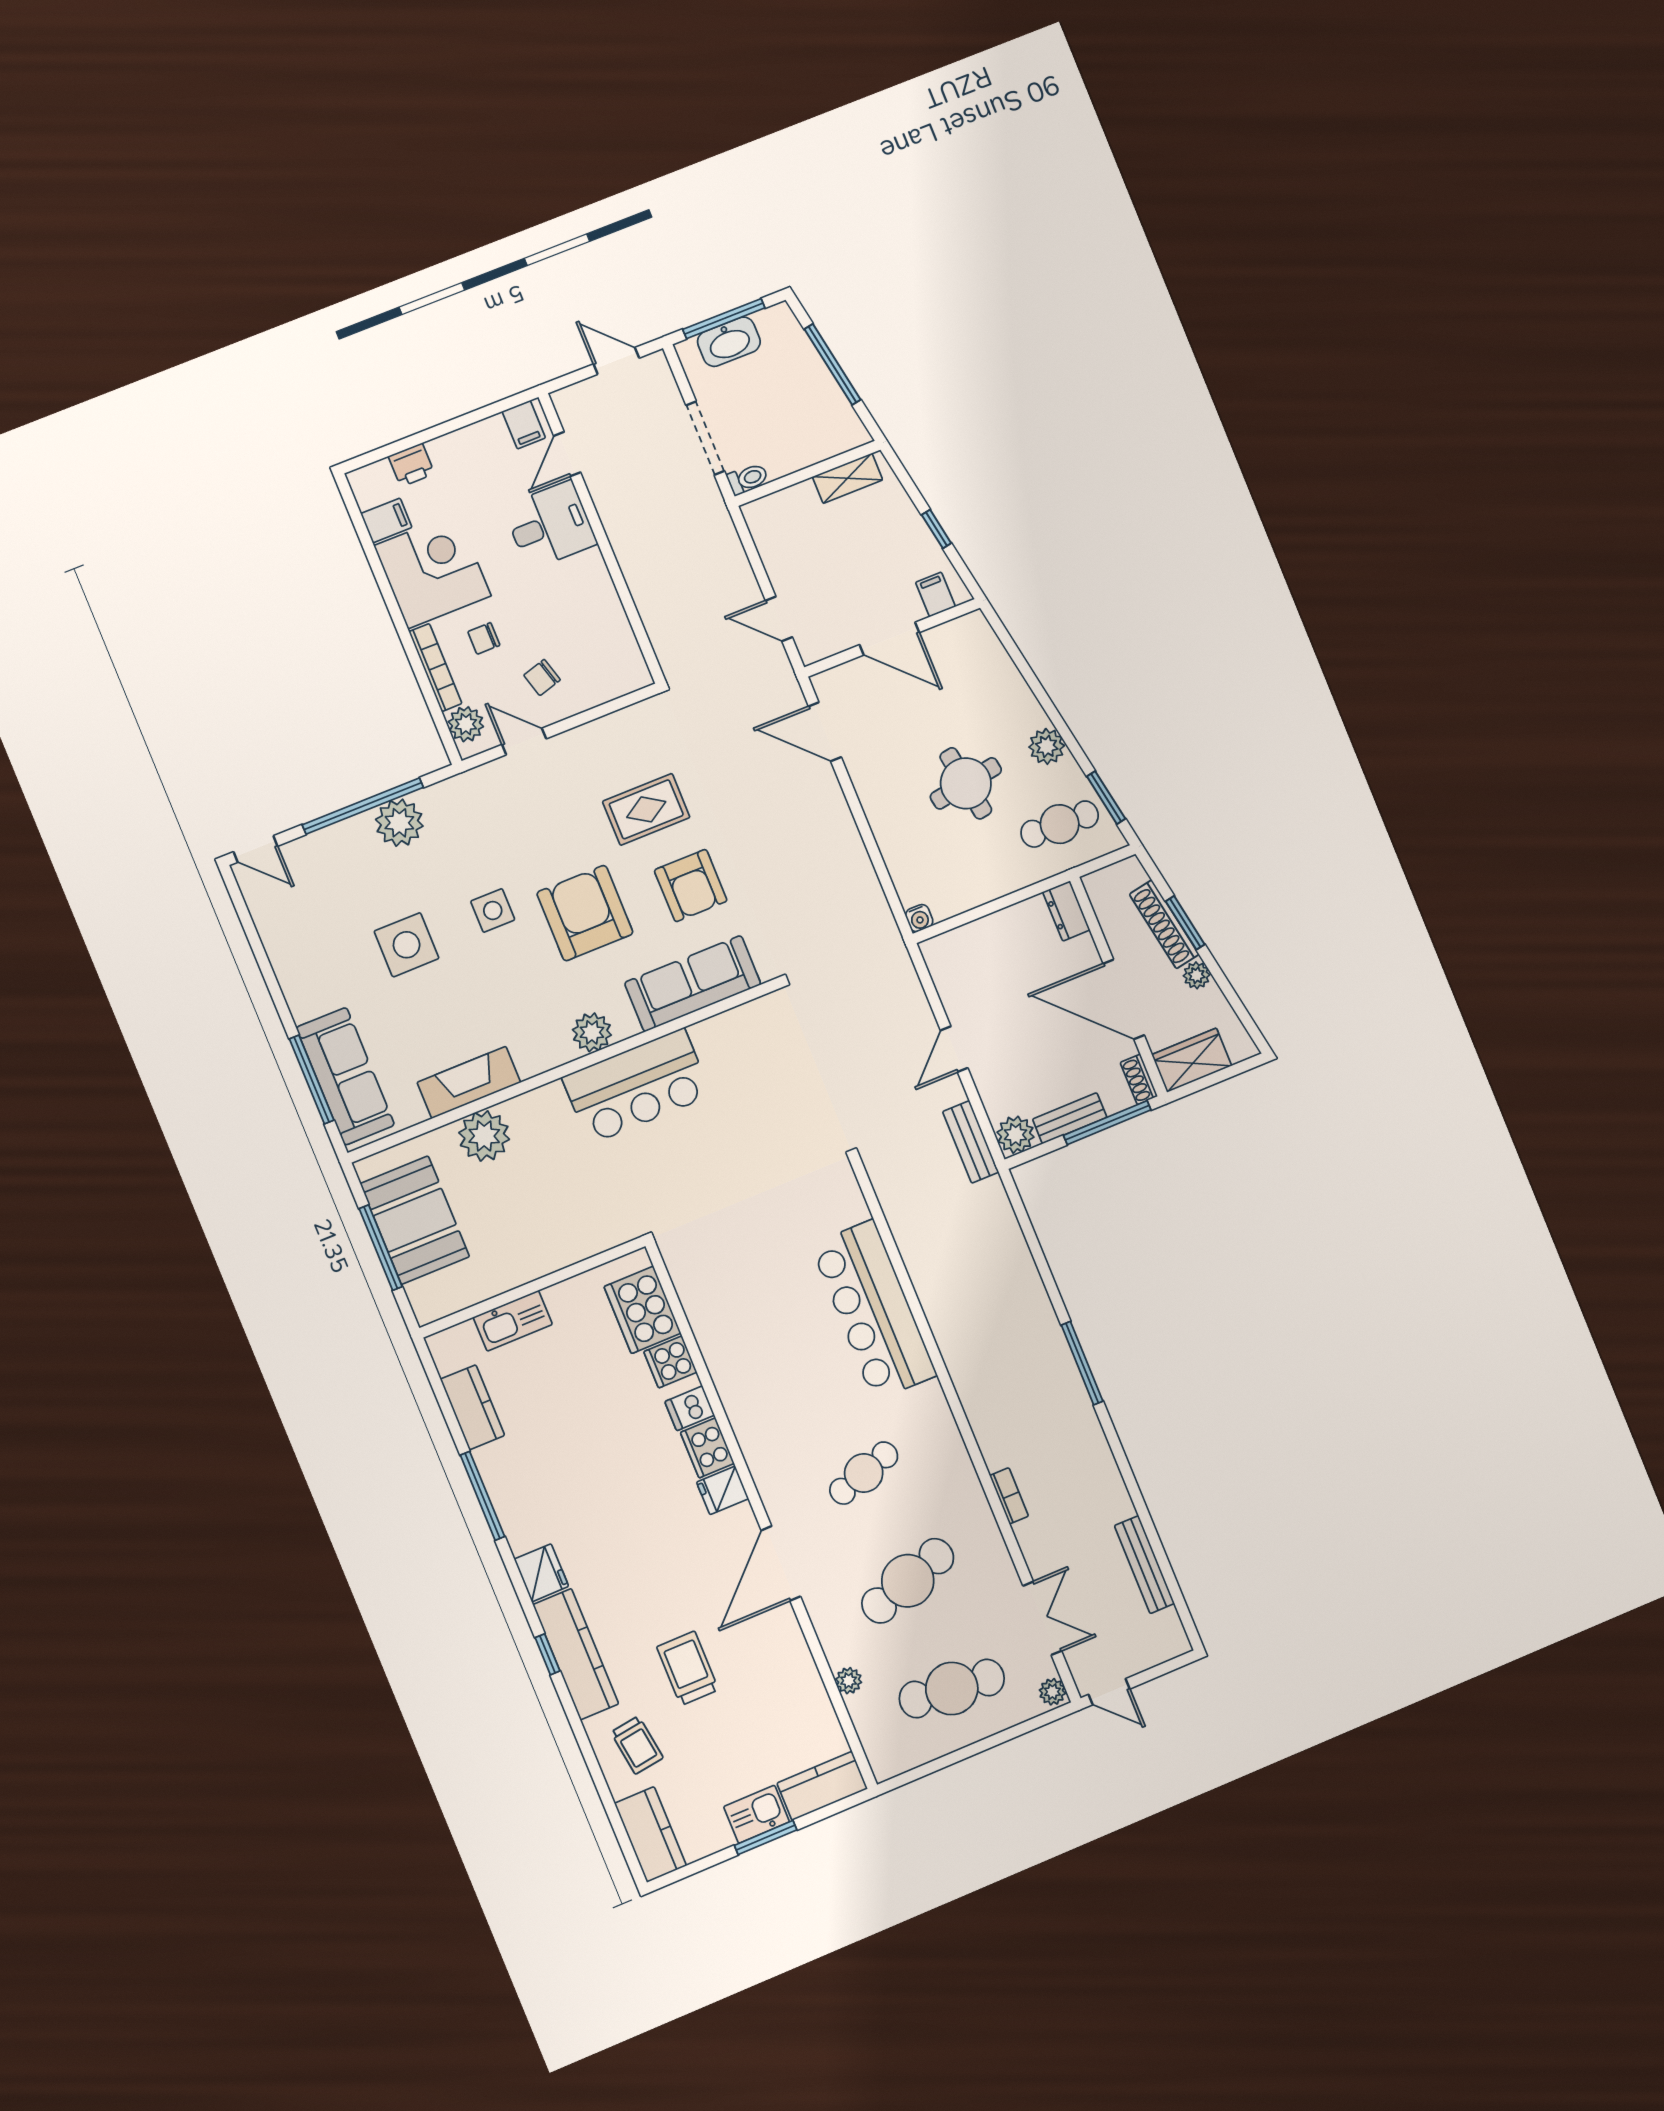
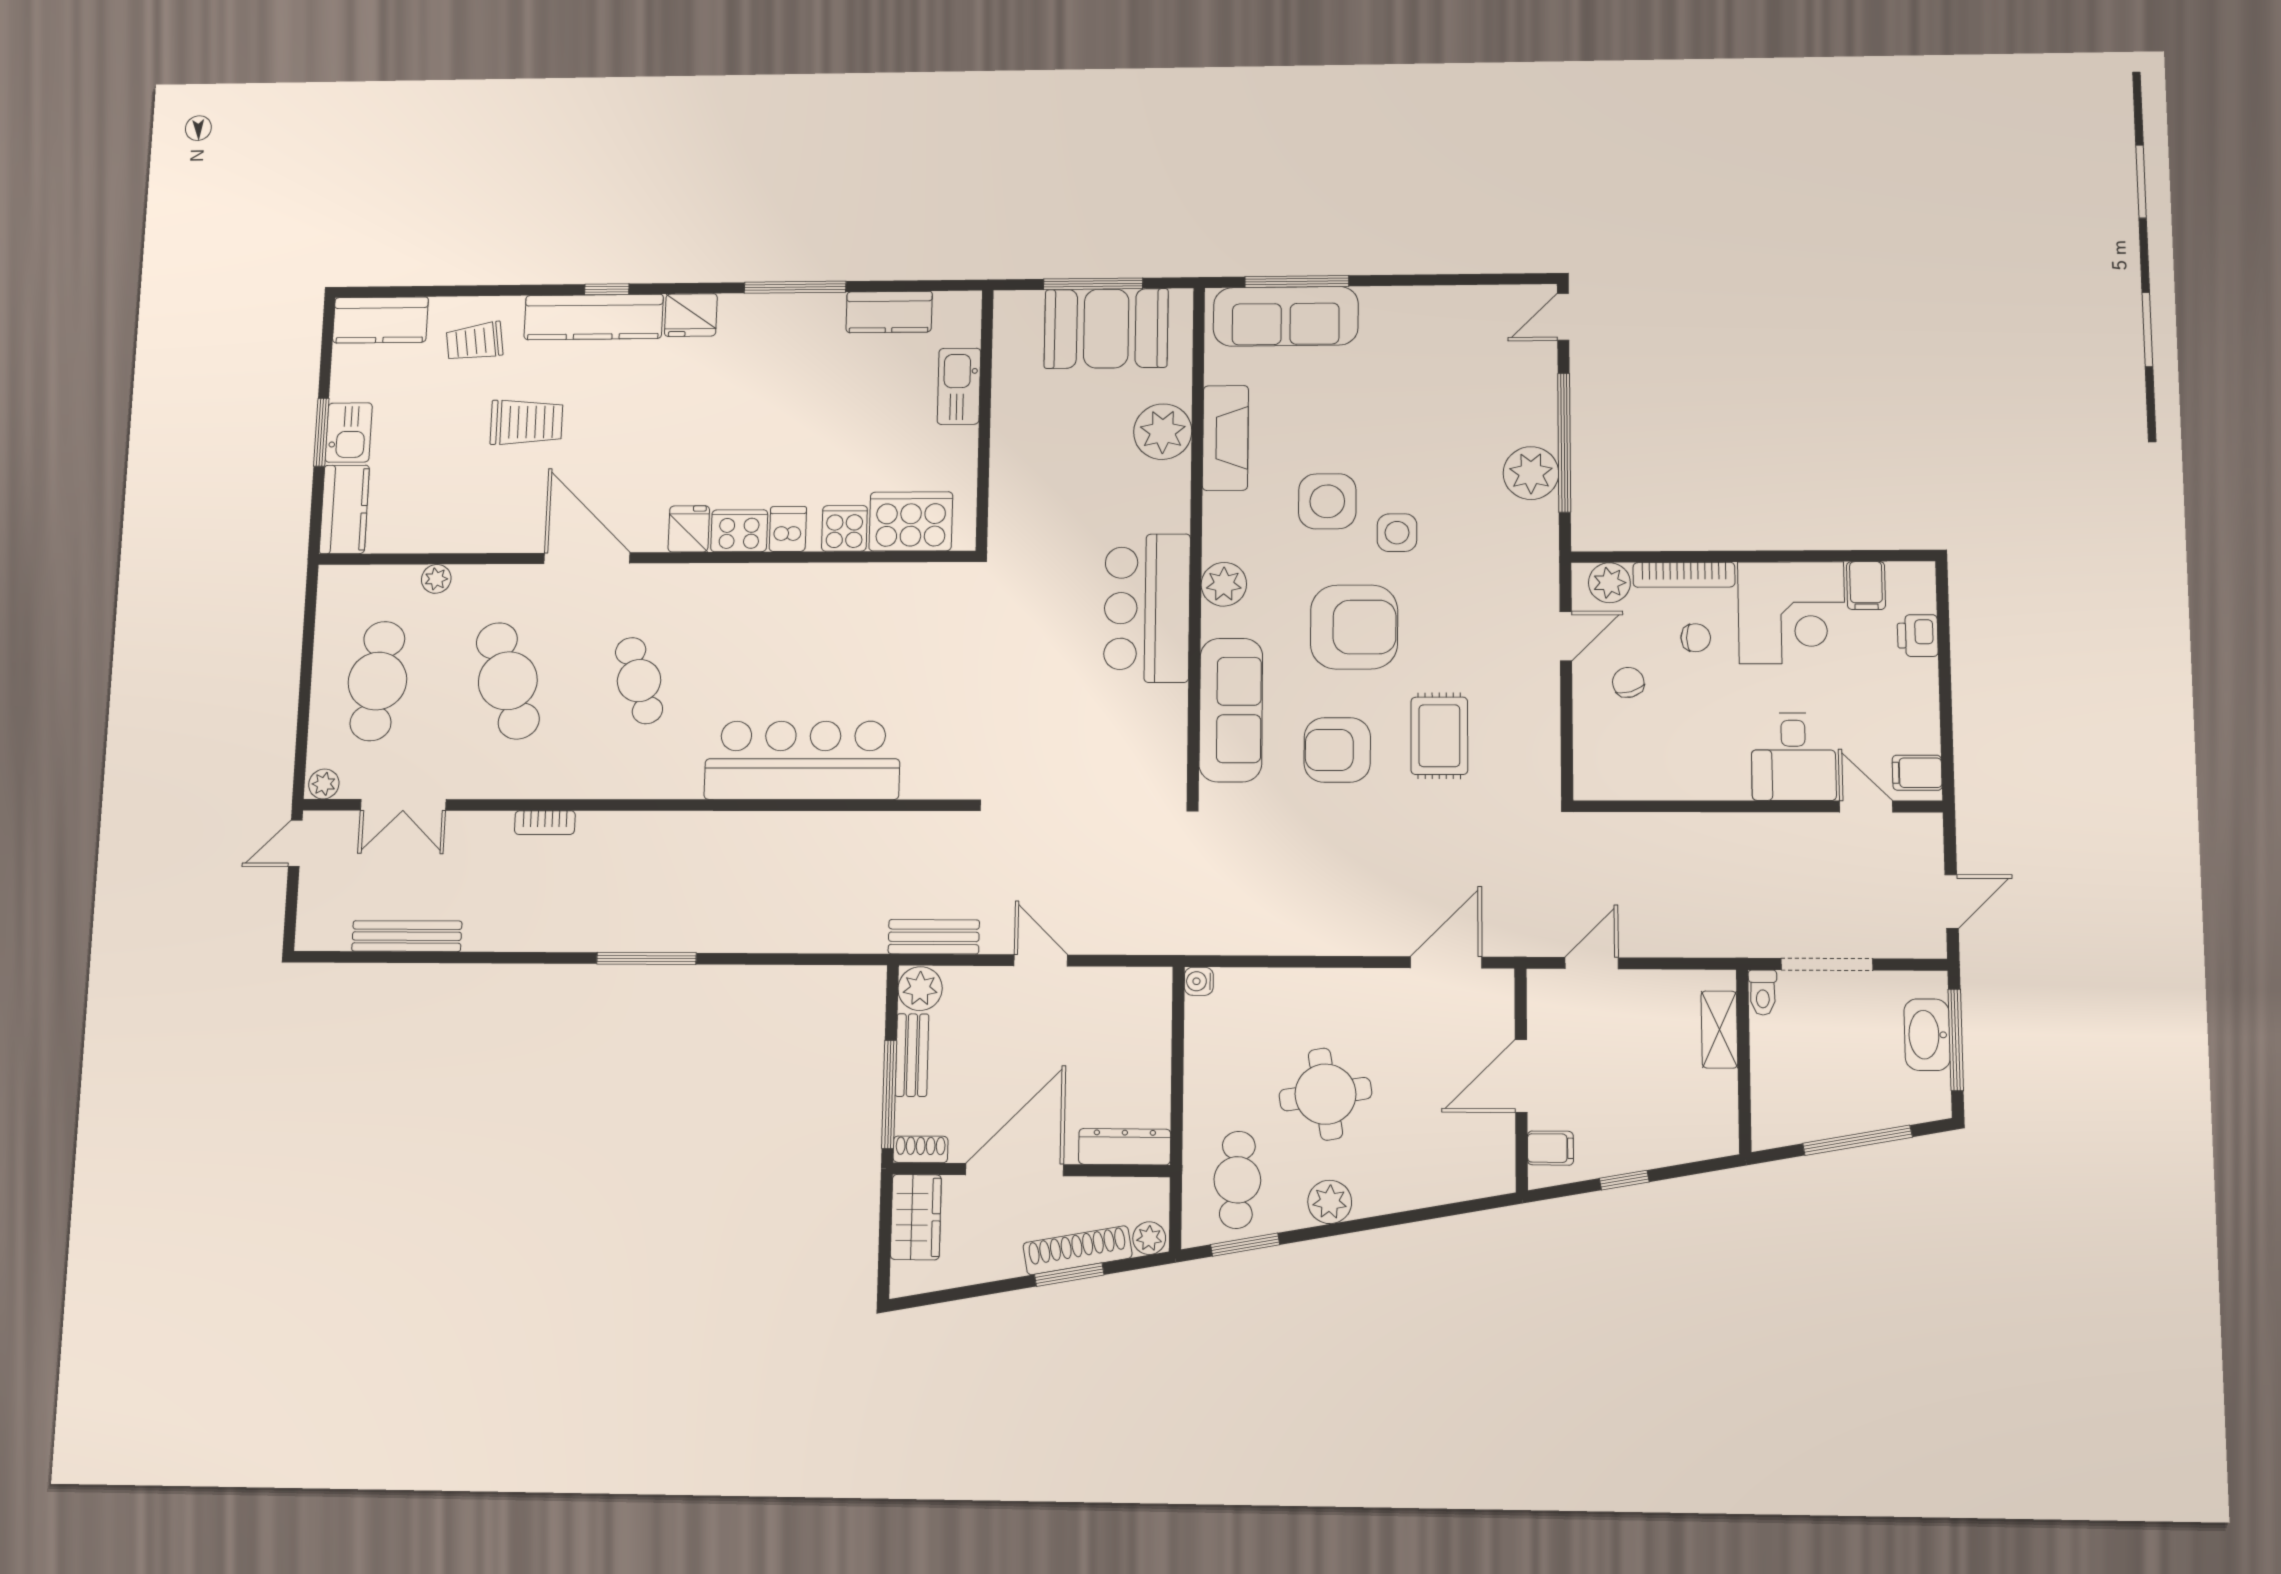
shelving: (847, 478) -> (1719, 1029), moved
chair: (484, 638) -> (1696, 638), turned 90
dresser: (1066, 911) -> (1125, 1147), width x1.44
side table: (407, 945) -> (1327, 501), moved
plant: (1197, 975) -> (1149, 1238), moved

